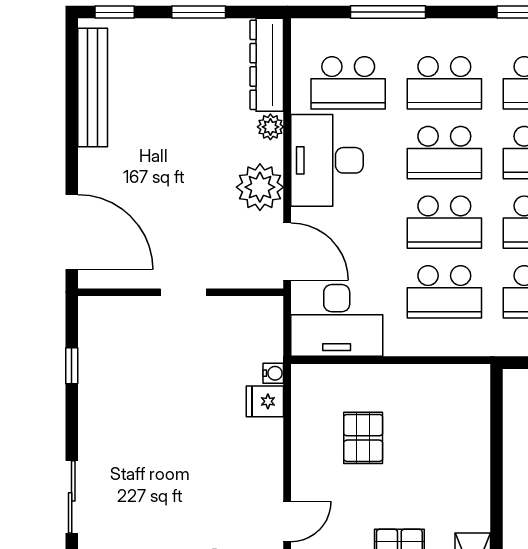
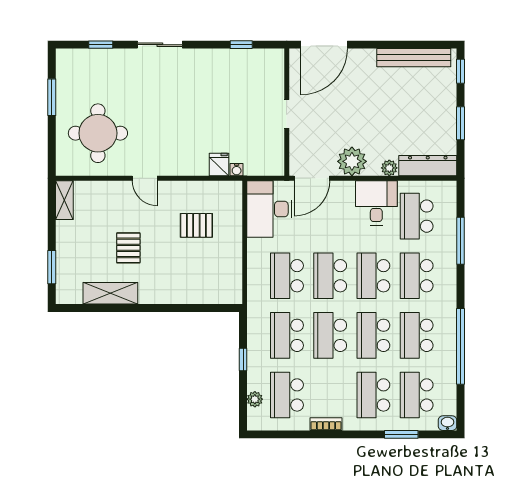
desk: (327, 160) -> (376, 203), width x0.73

